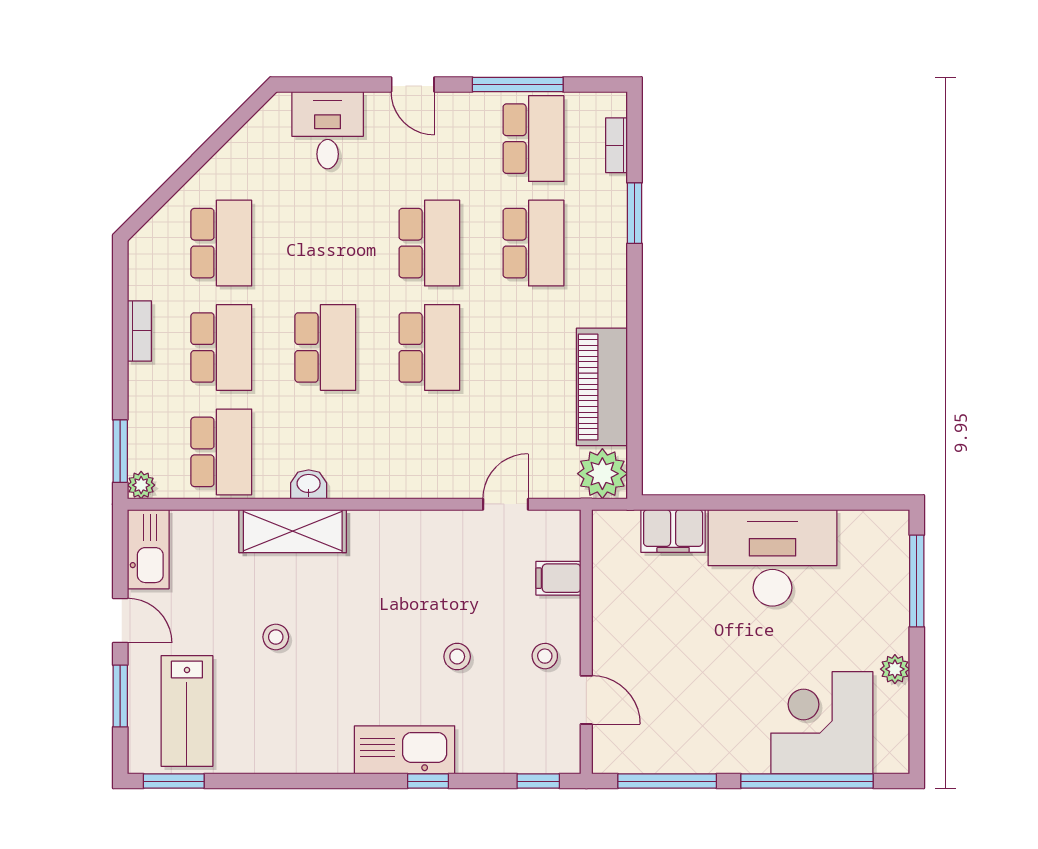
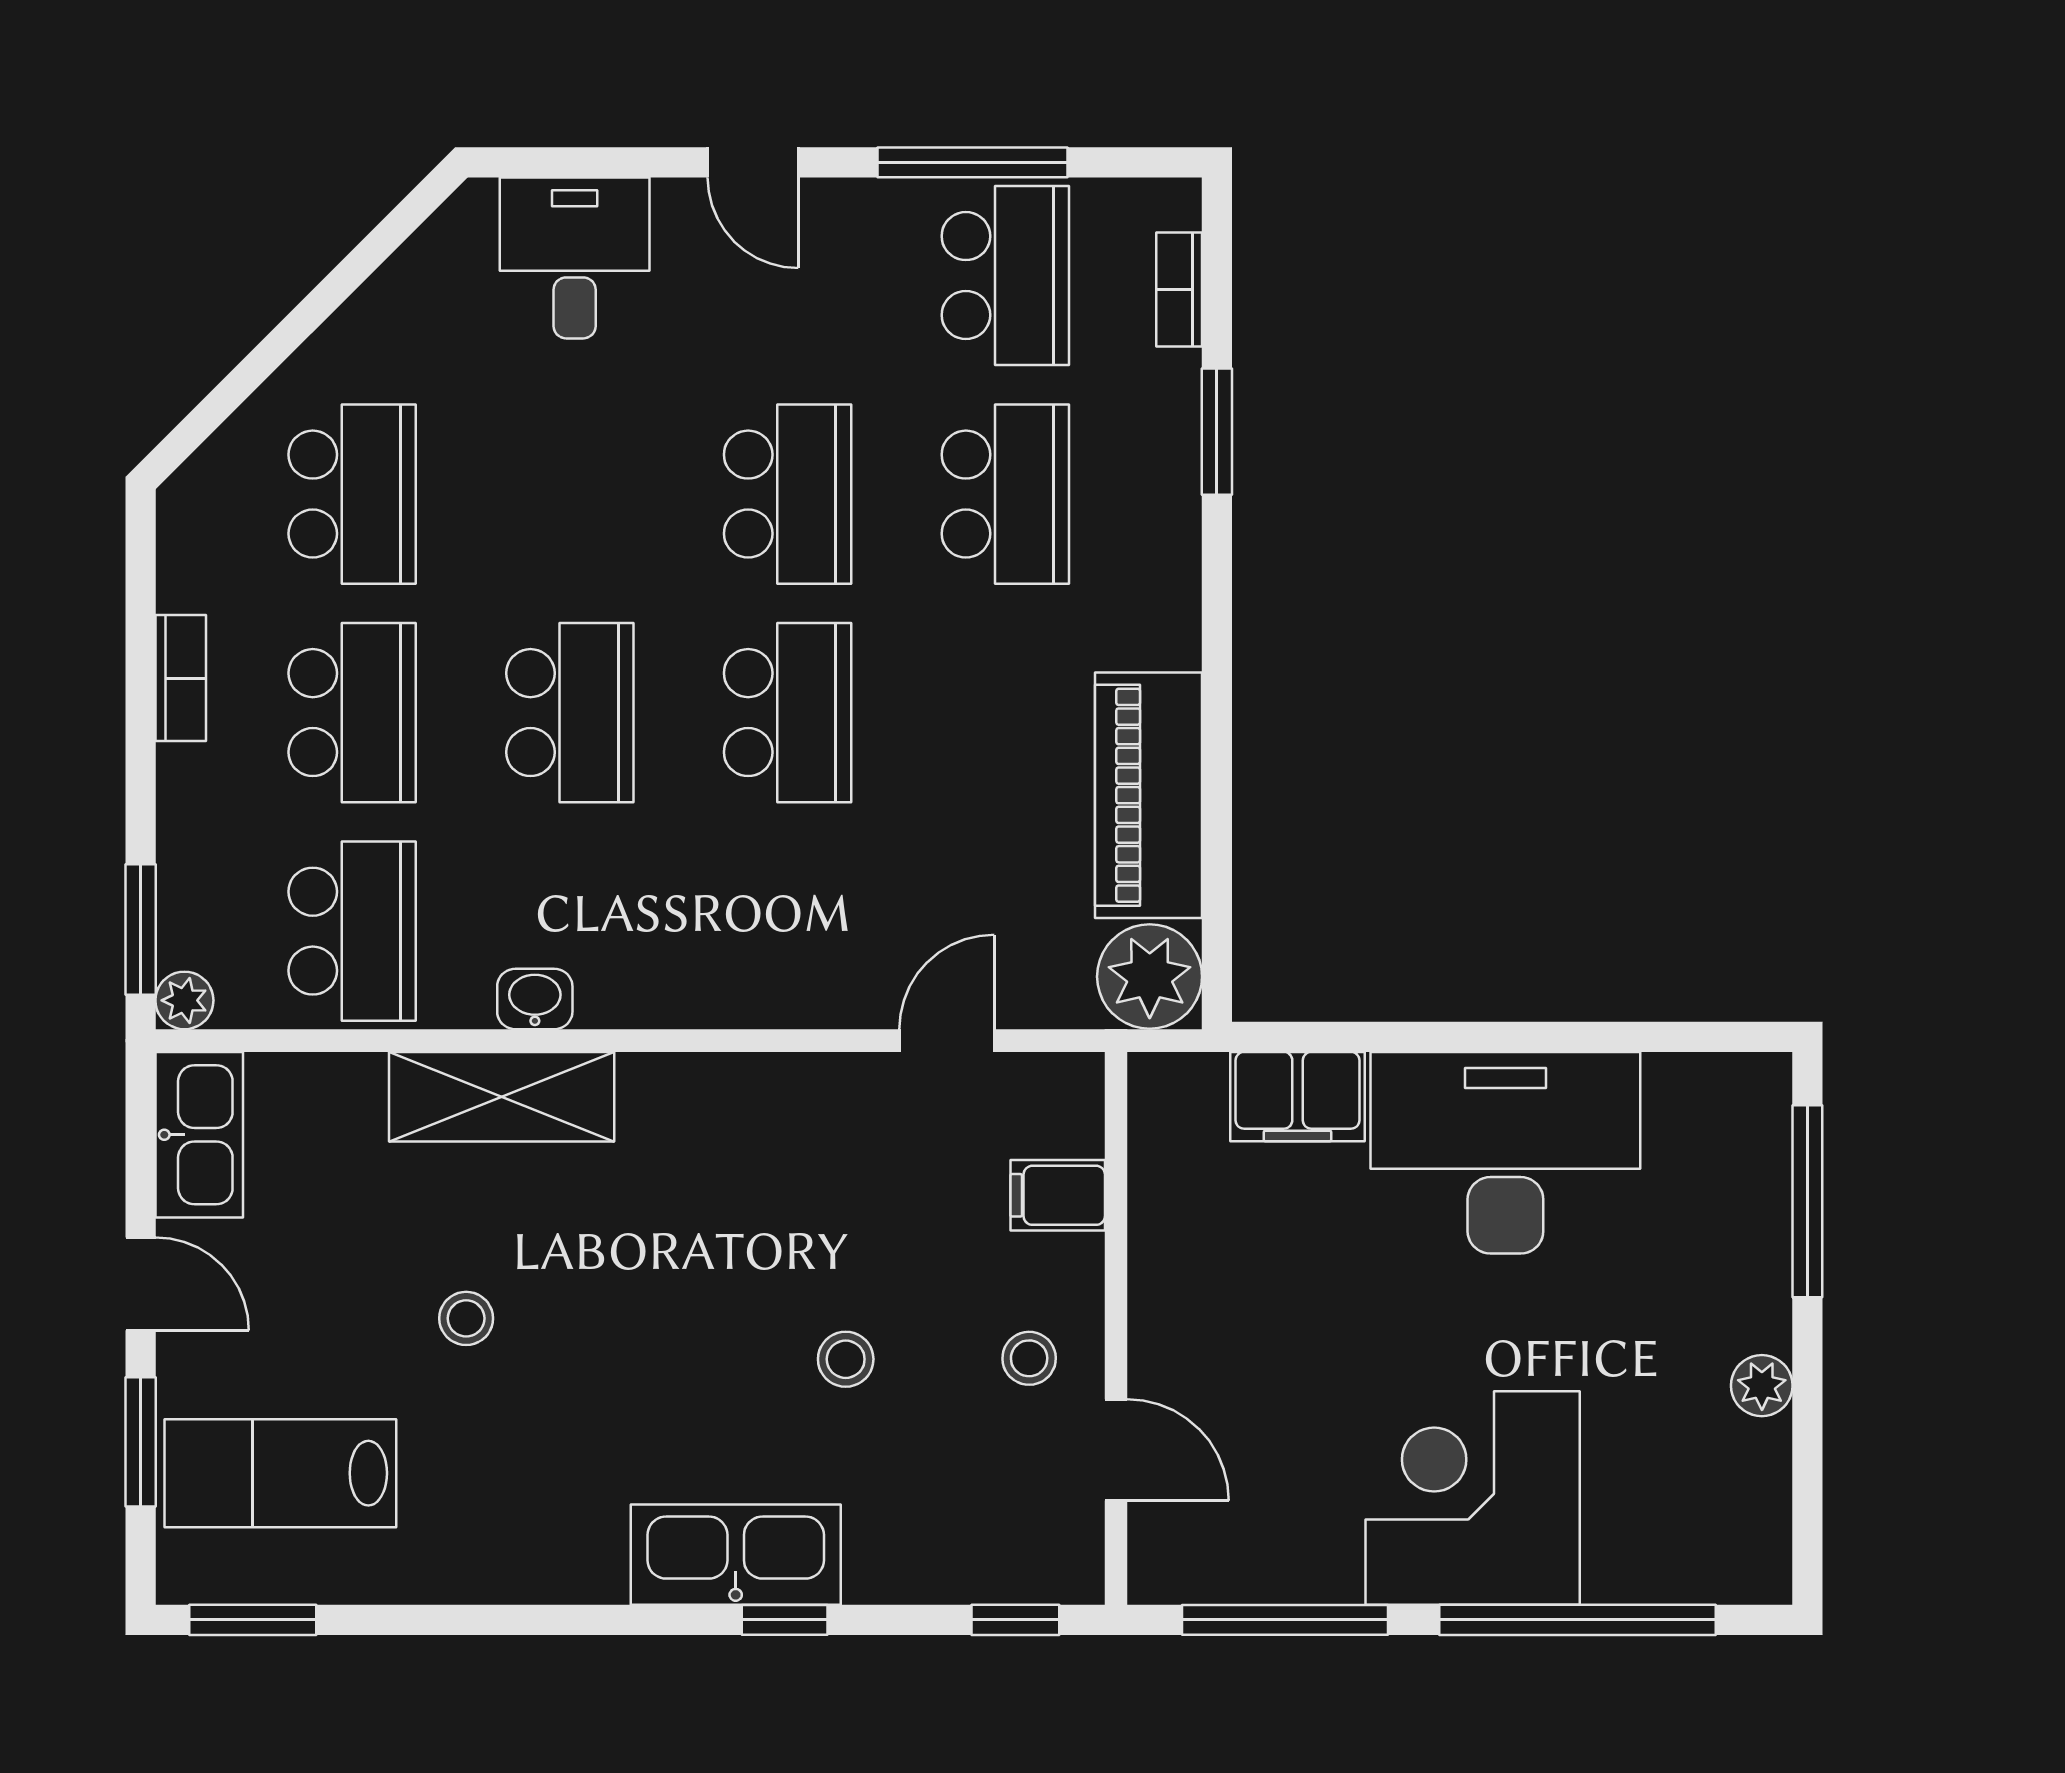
lab bench: (187, 711) -> (280, 1473), turned 90
corner desk: (822, 723) -> (1473, 1498), moved

